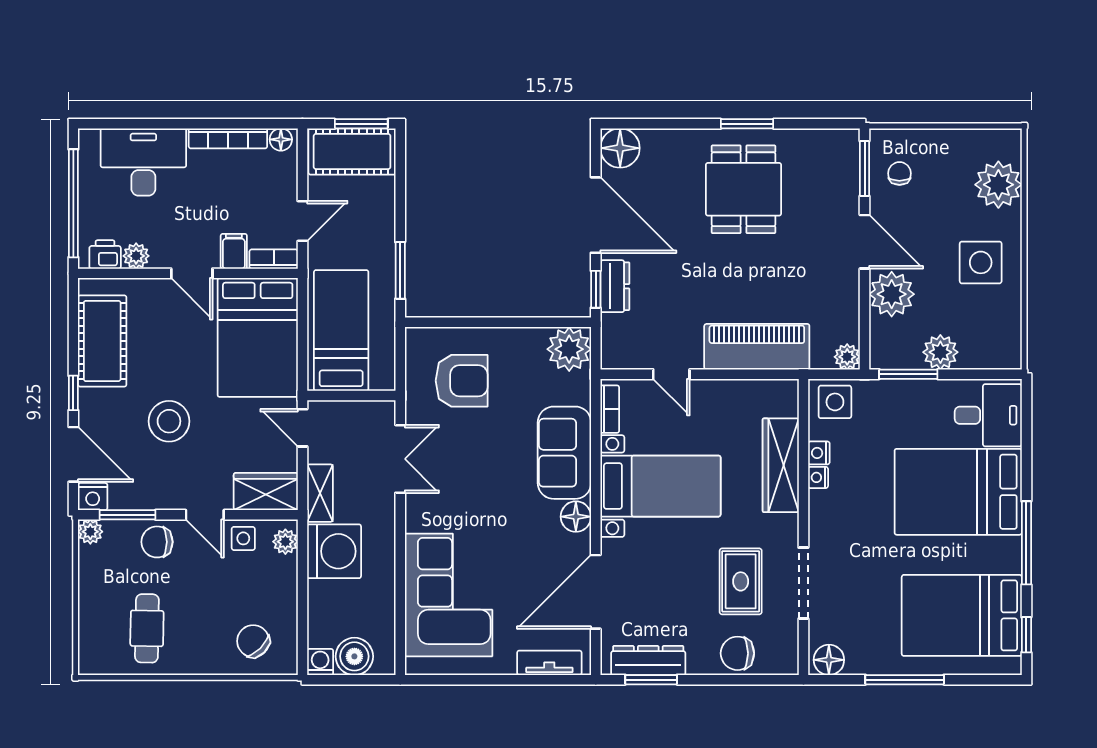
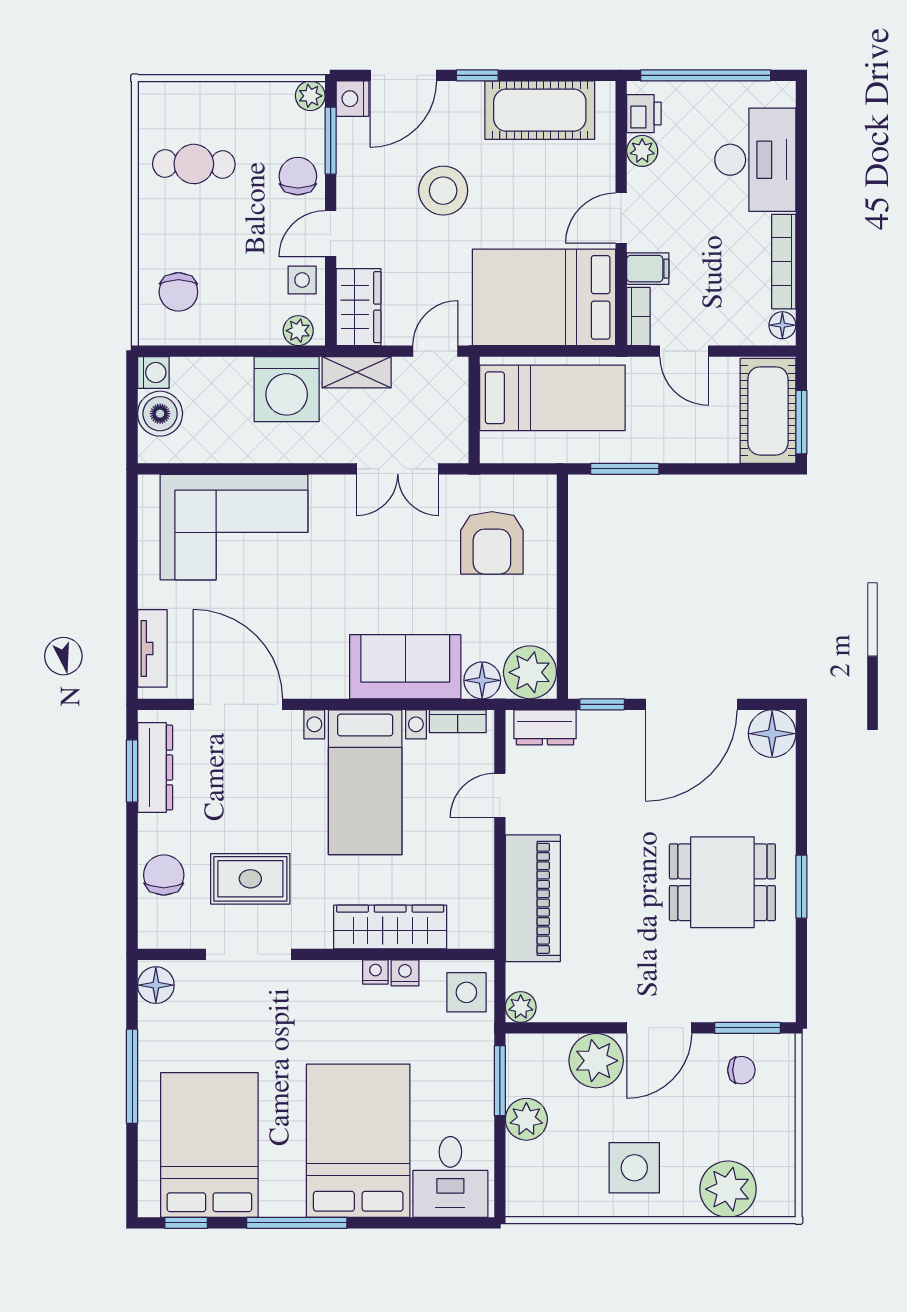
dresser: (615, 286) -> (545, 727), moved
floor lamp: (576, 517) -> (482, 680), moved
chair: (253, 641) -> (178, 292), turned 135

